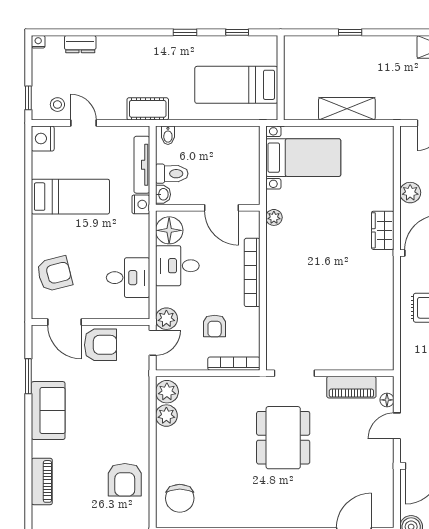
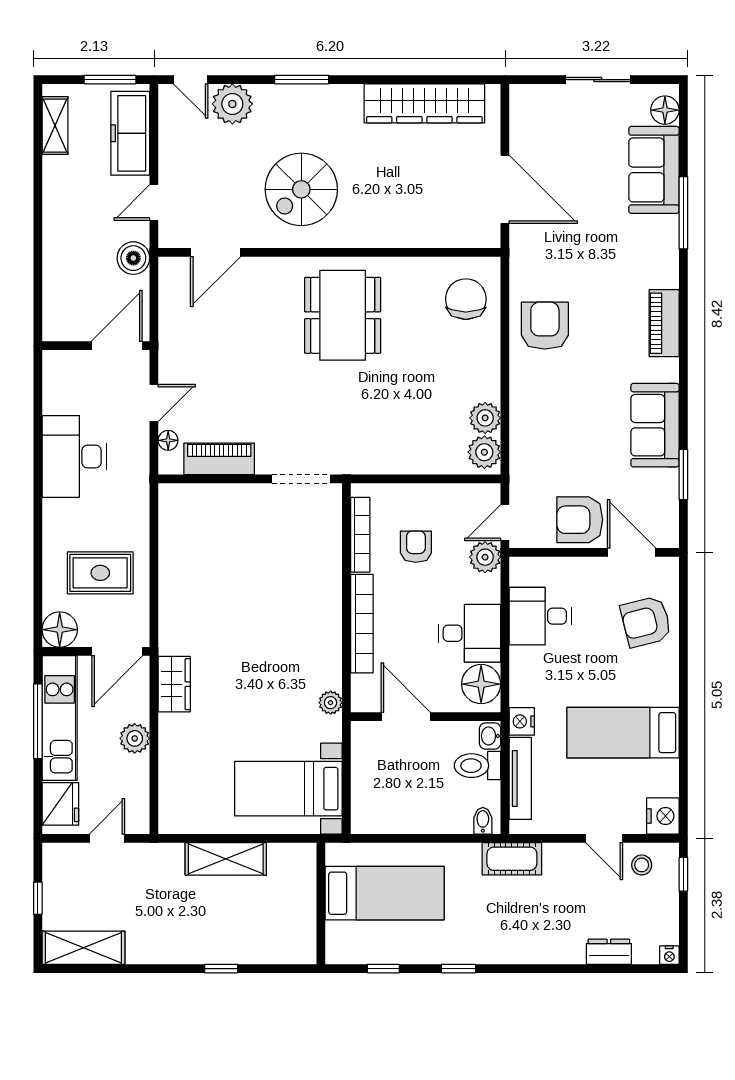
bookcase: (234, 364) -> (360, 535), moved, turned -90
dining table: (283, 438) -> (343, 315), moved

